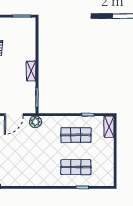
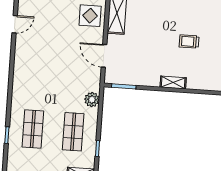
shelving: (31, 71) -> (173, 83), moved
plant: (36, 122) -> (92, 100), moved

